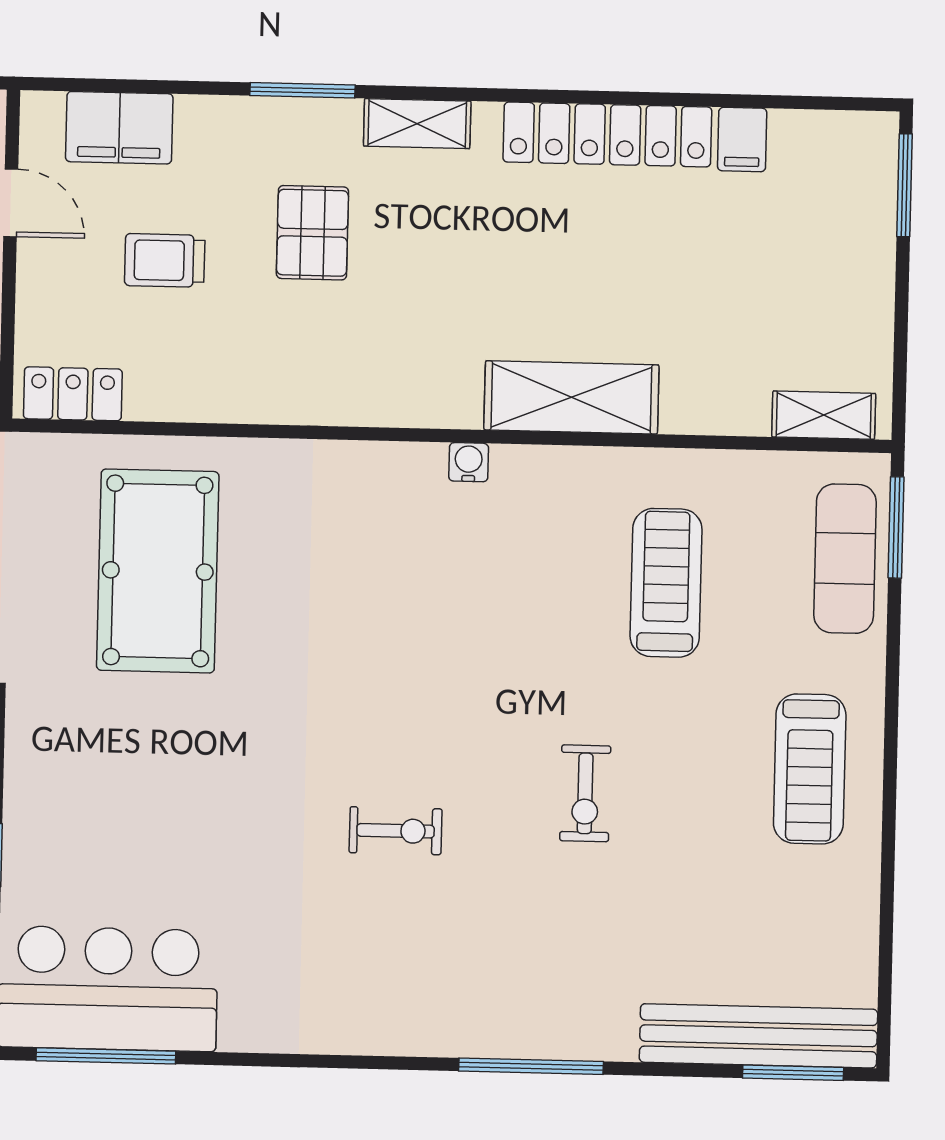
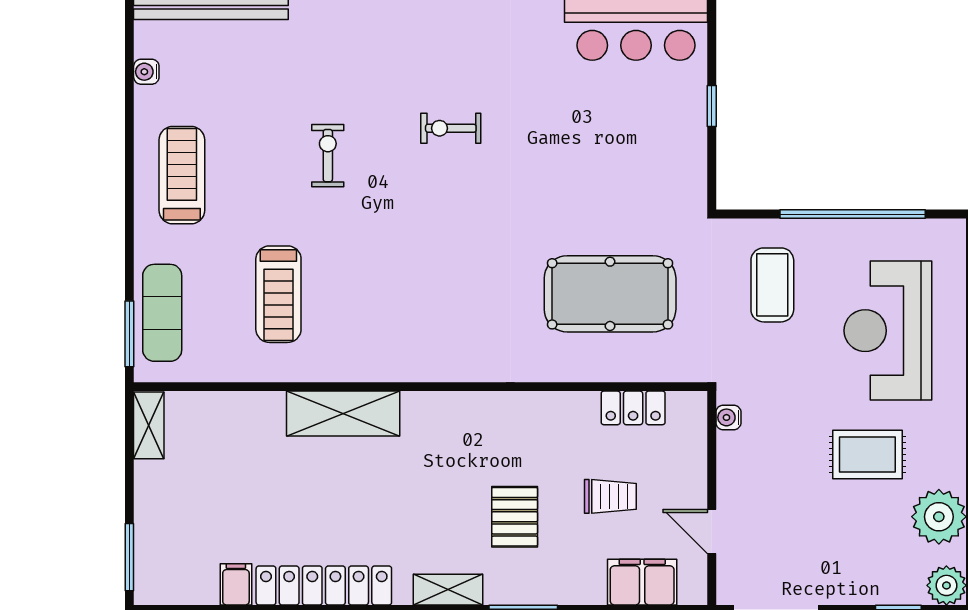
locker: (73, 394) -> (633, 408), moved
shelving: (824, 415) -> (149, 425), moved, turned 90
water cooler: (469, 462) -> (146, 72), moved, turned 90
pool table: (158, 571) -> (610, 294), turned 90

